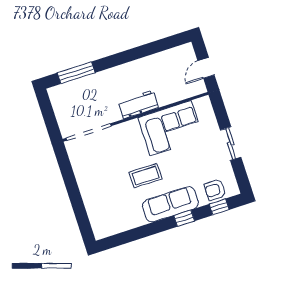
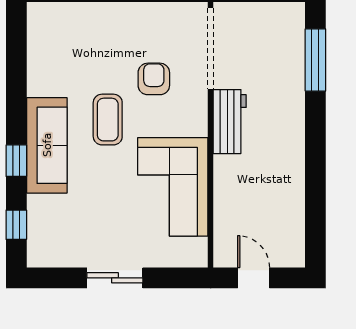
workbench: (138, 104) -> (230, 122), moved
armchair: (215, 190) -> (154, 79), moved

